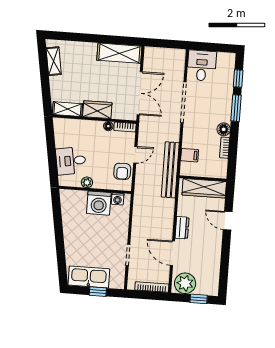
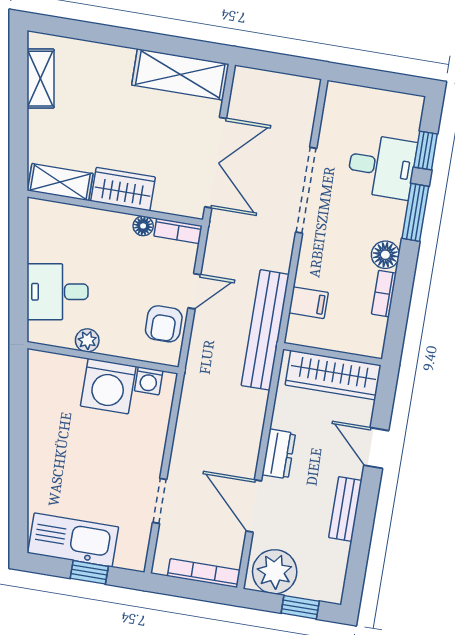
desk: (202, 66) -> (382, 166), moved, turned 90
bench: (216, 251) -> (345, 509), added

